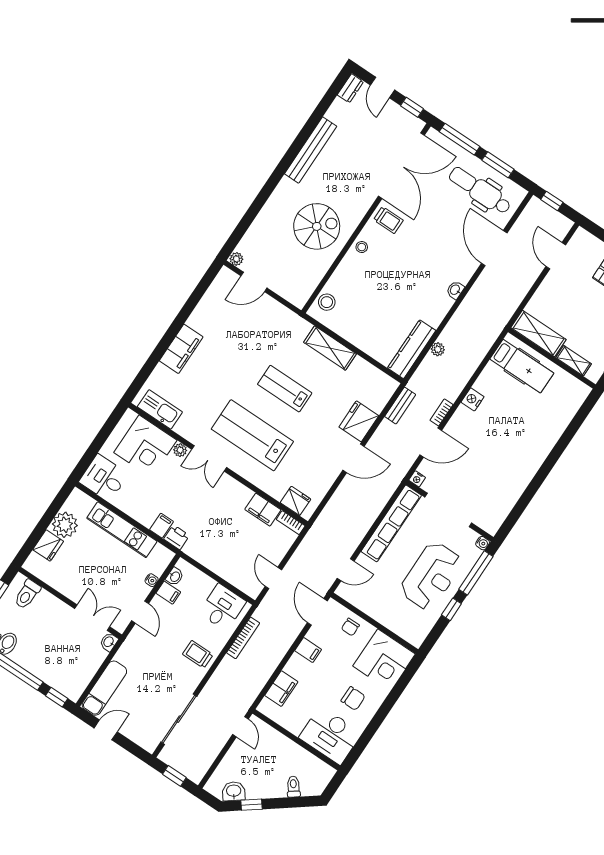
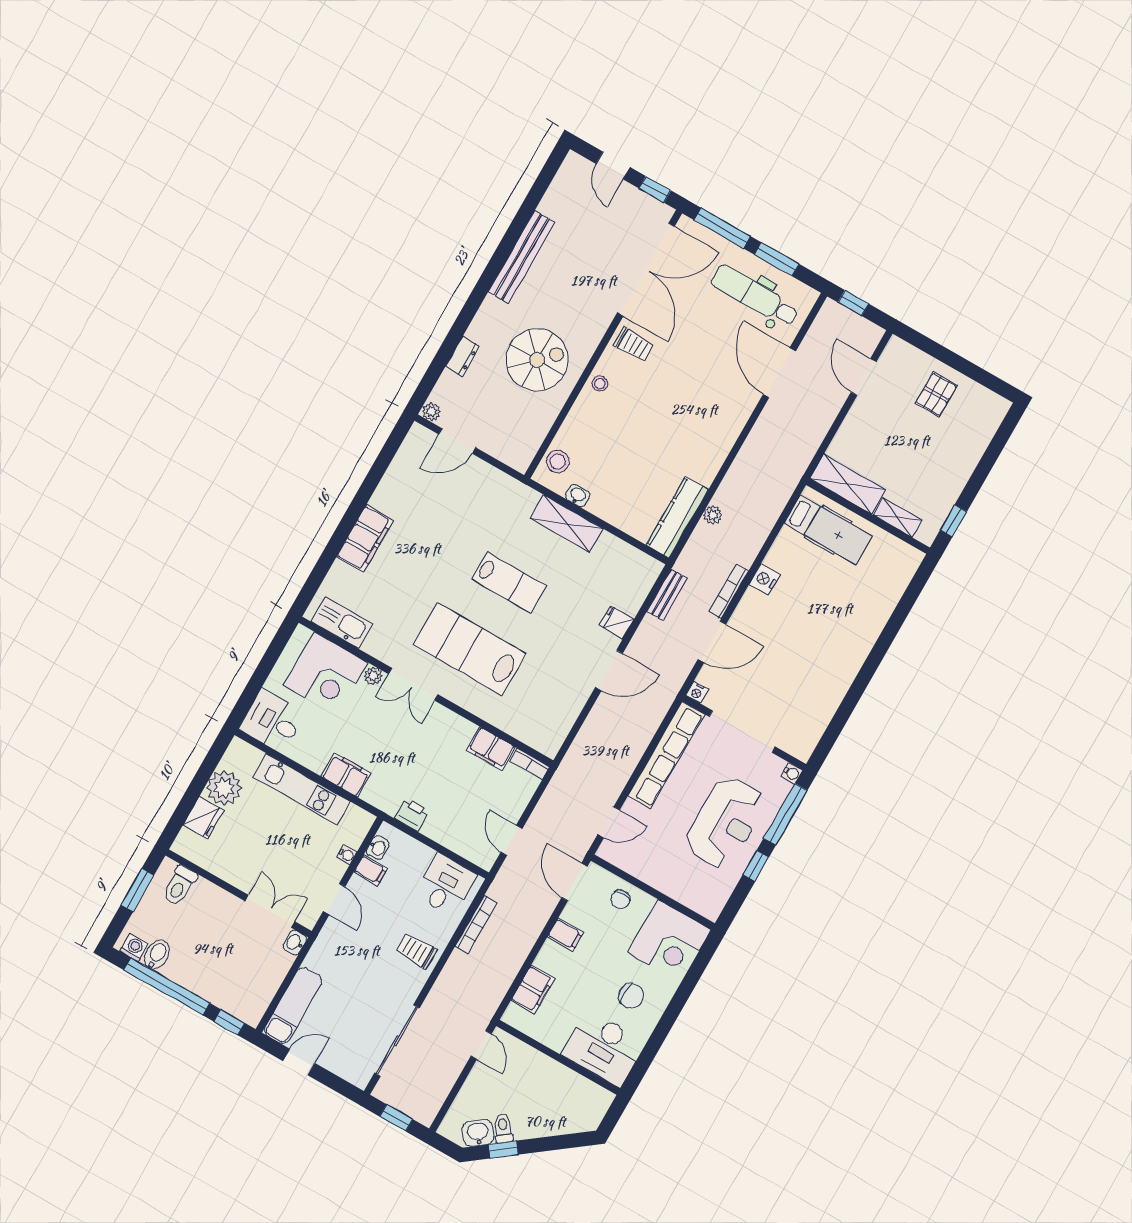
dresser: (350, 88) -> (463, 356), moved
washbasin: (455, 290) -> (578, 496), moved, turned 90
lab bench: (285, 389) -> (509, 583), turned 180
bookcase: (441, 412) -> (729, 591), width x1.56
fridge: (359, 421) -> (617, 622), width x0.53, depth x0.75
fridge: (296, 501) -> (534, 734), removed
filing cabinet: (162, 526) -> (346, 775), width x2.00
printer: (177, 537) -> (412, 815), moved
toilet: (293, 787) -> (503, 1128), moved

